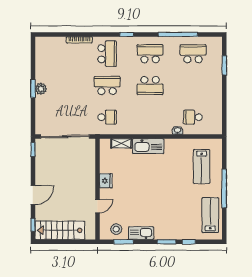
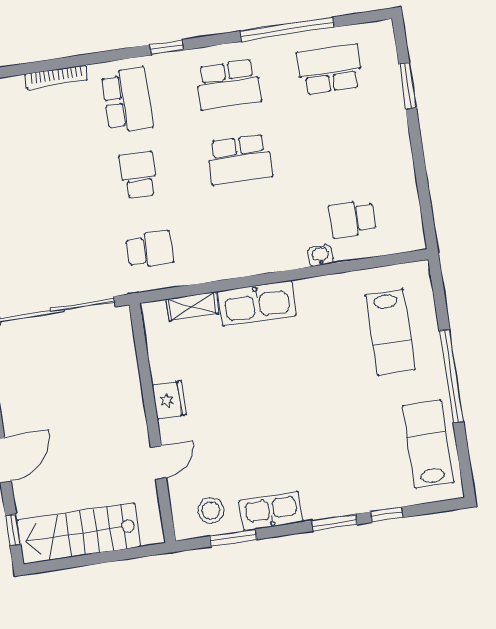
school desk: (150, 54) -> (228, 85), turned 180
school desk: (107, 85) -> (138, 175), width x0.54

